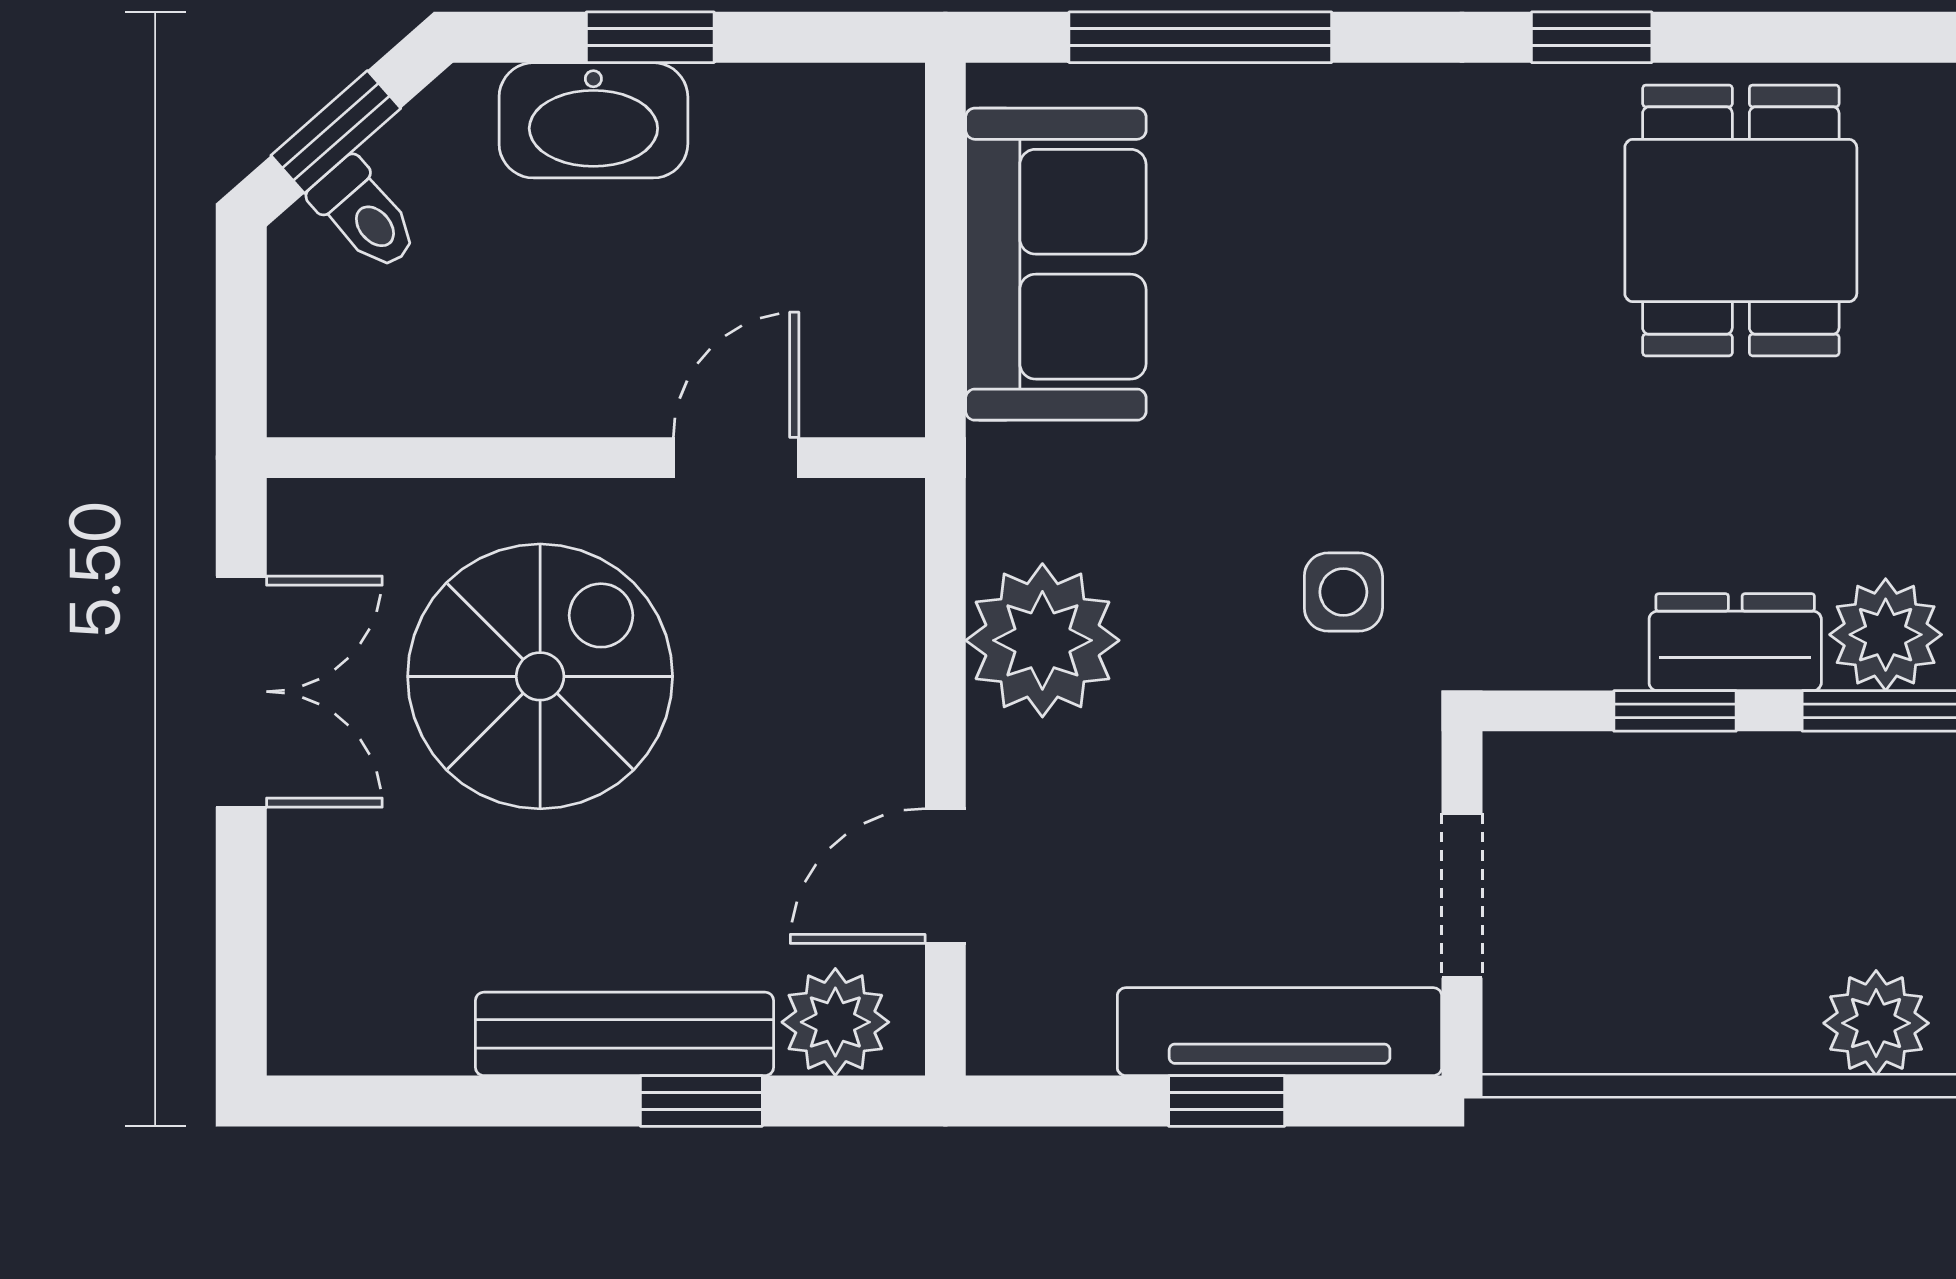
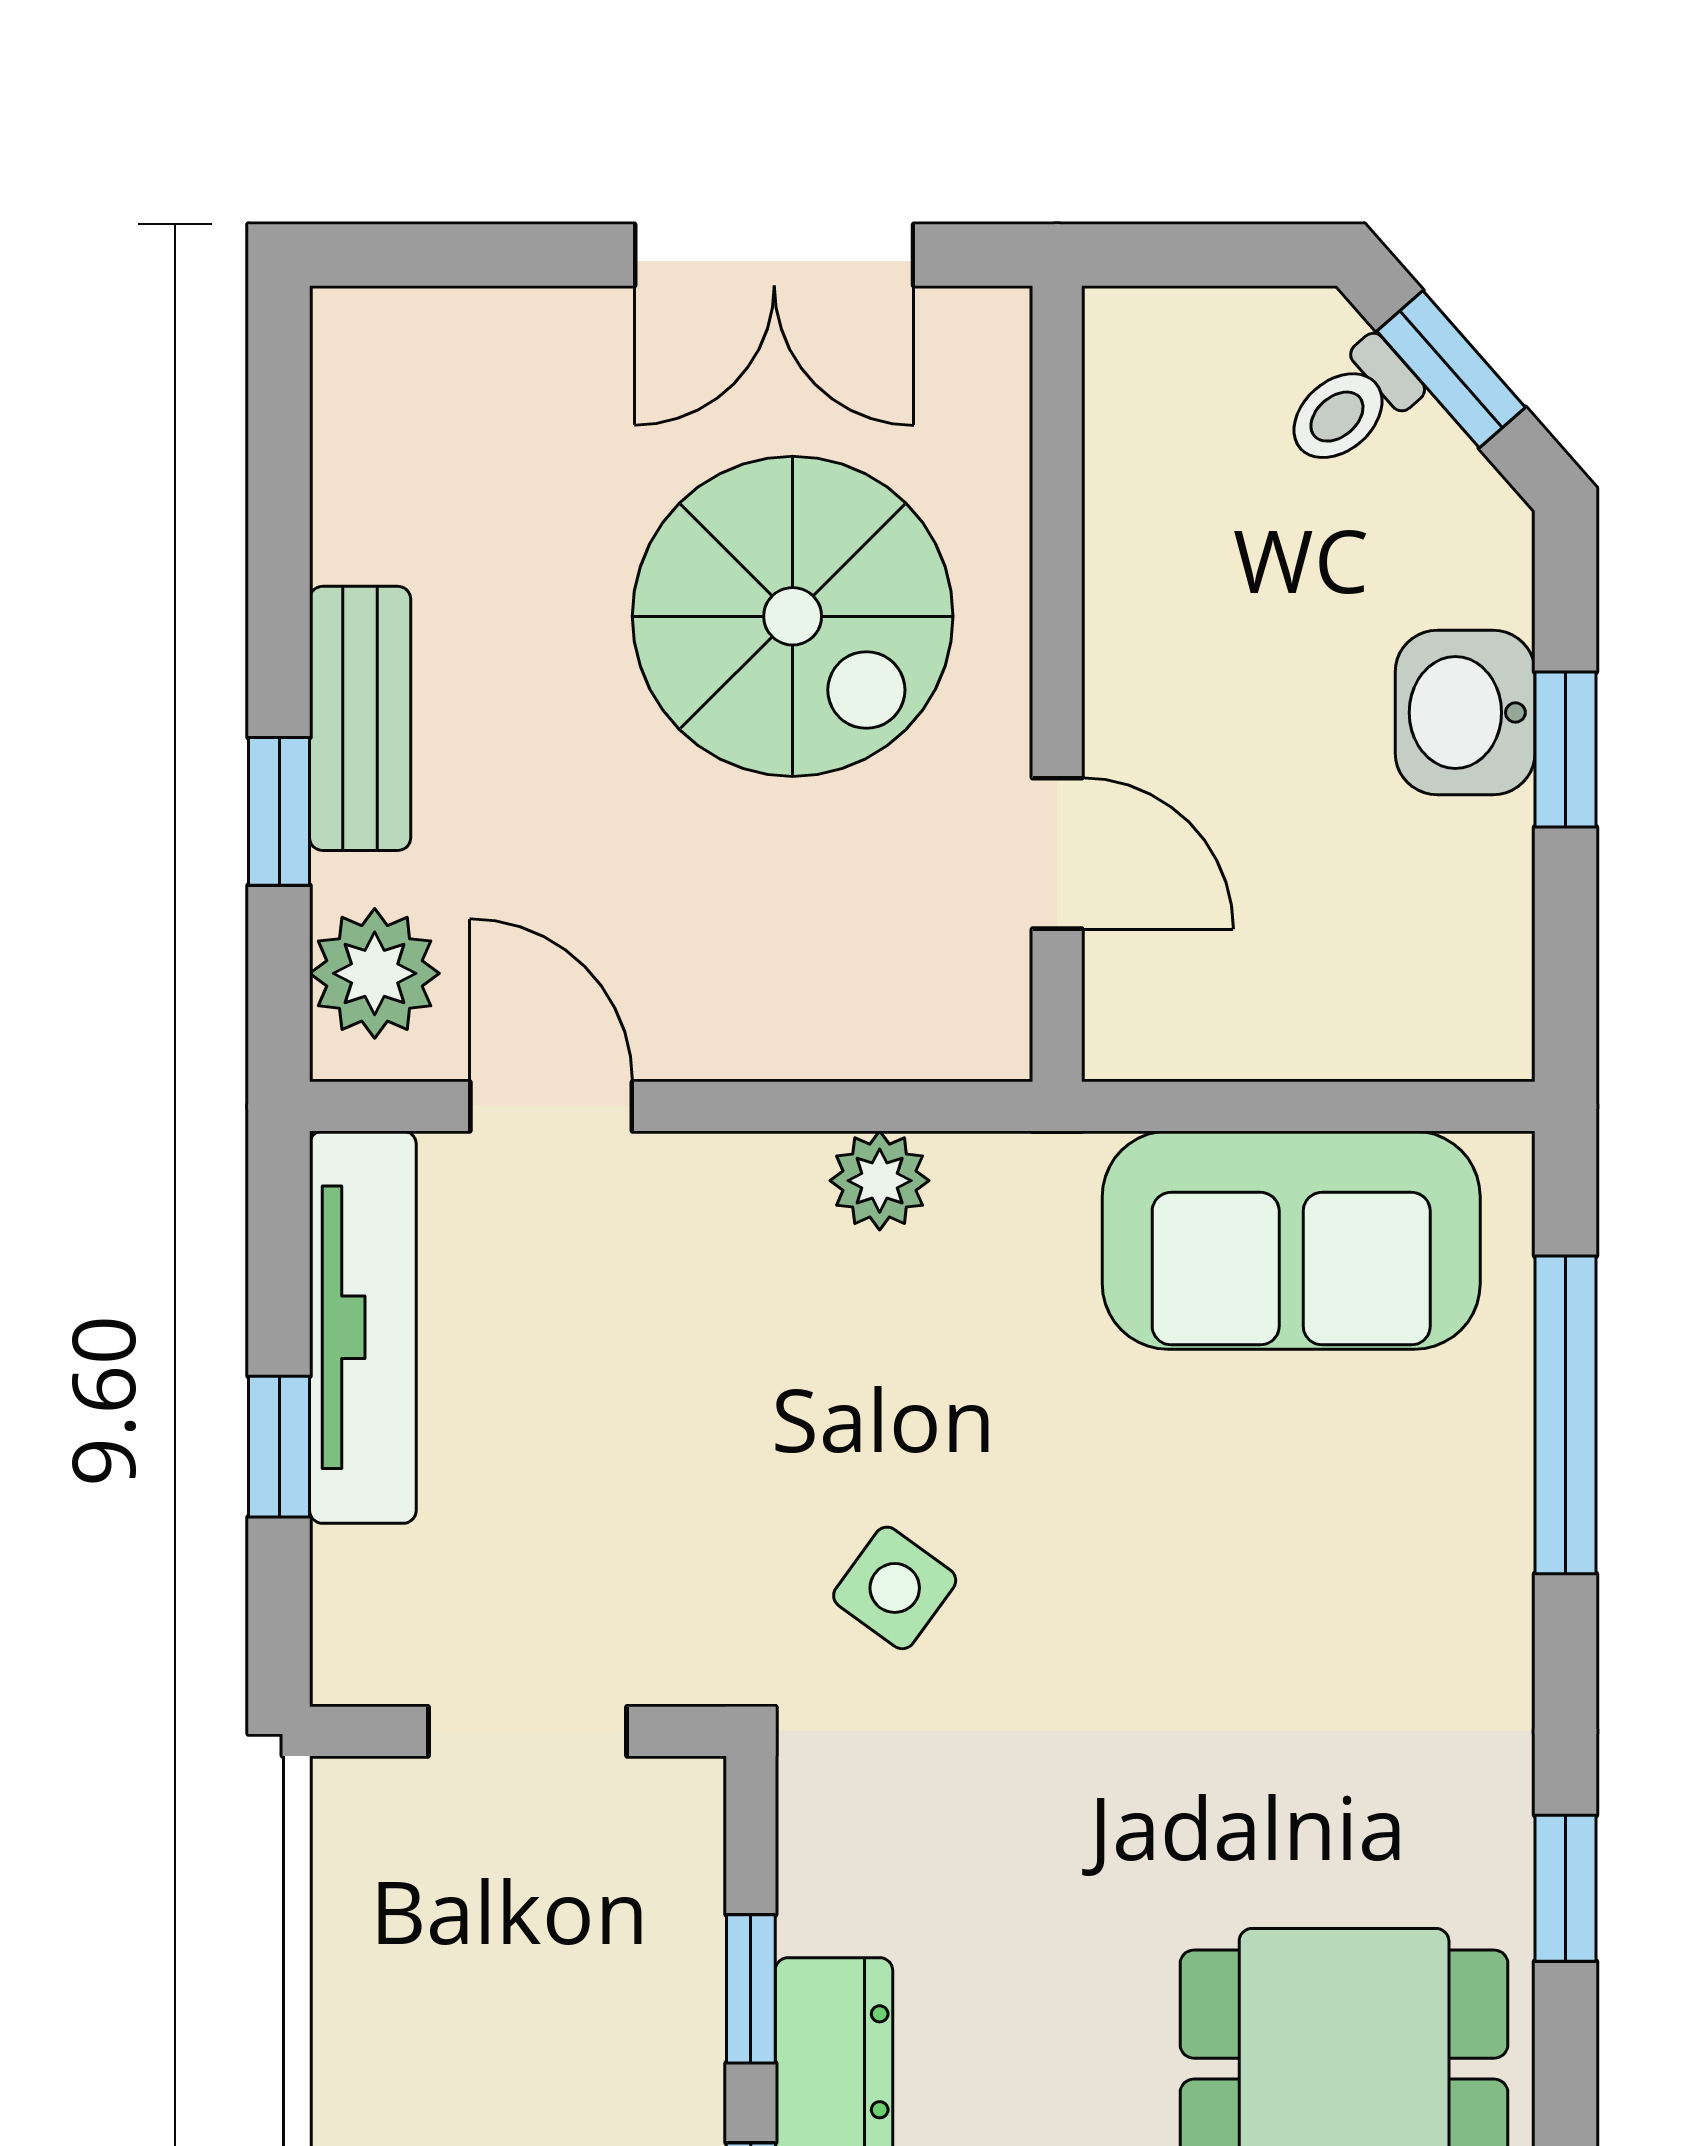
washbasin: (593, 120) -> (1465, 713), width x0.72
side table: (1343, 592) -> (895, 1588), turned 36
plant: (1042, 640) -> (880, 1181), width x0.53, depth x0.53
tv unit: (1280, 1032) -> (363, 1327), moved
bench: (624, 1034) -> (360, 718), width x0.73

